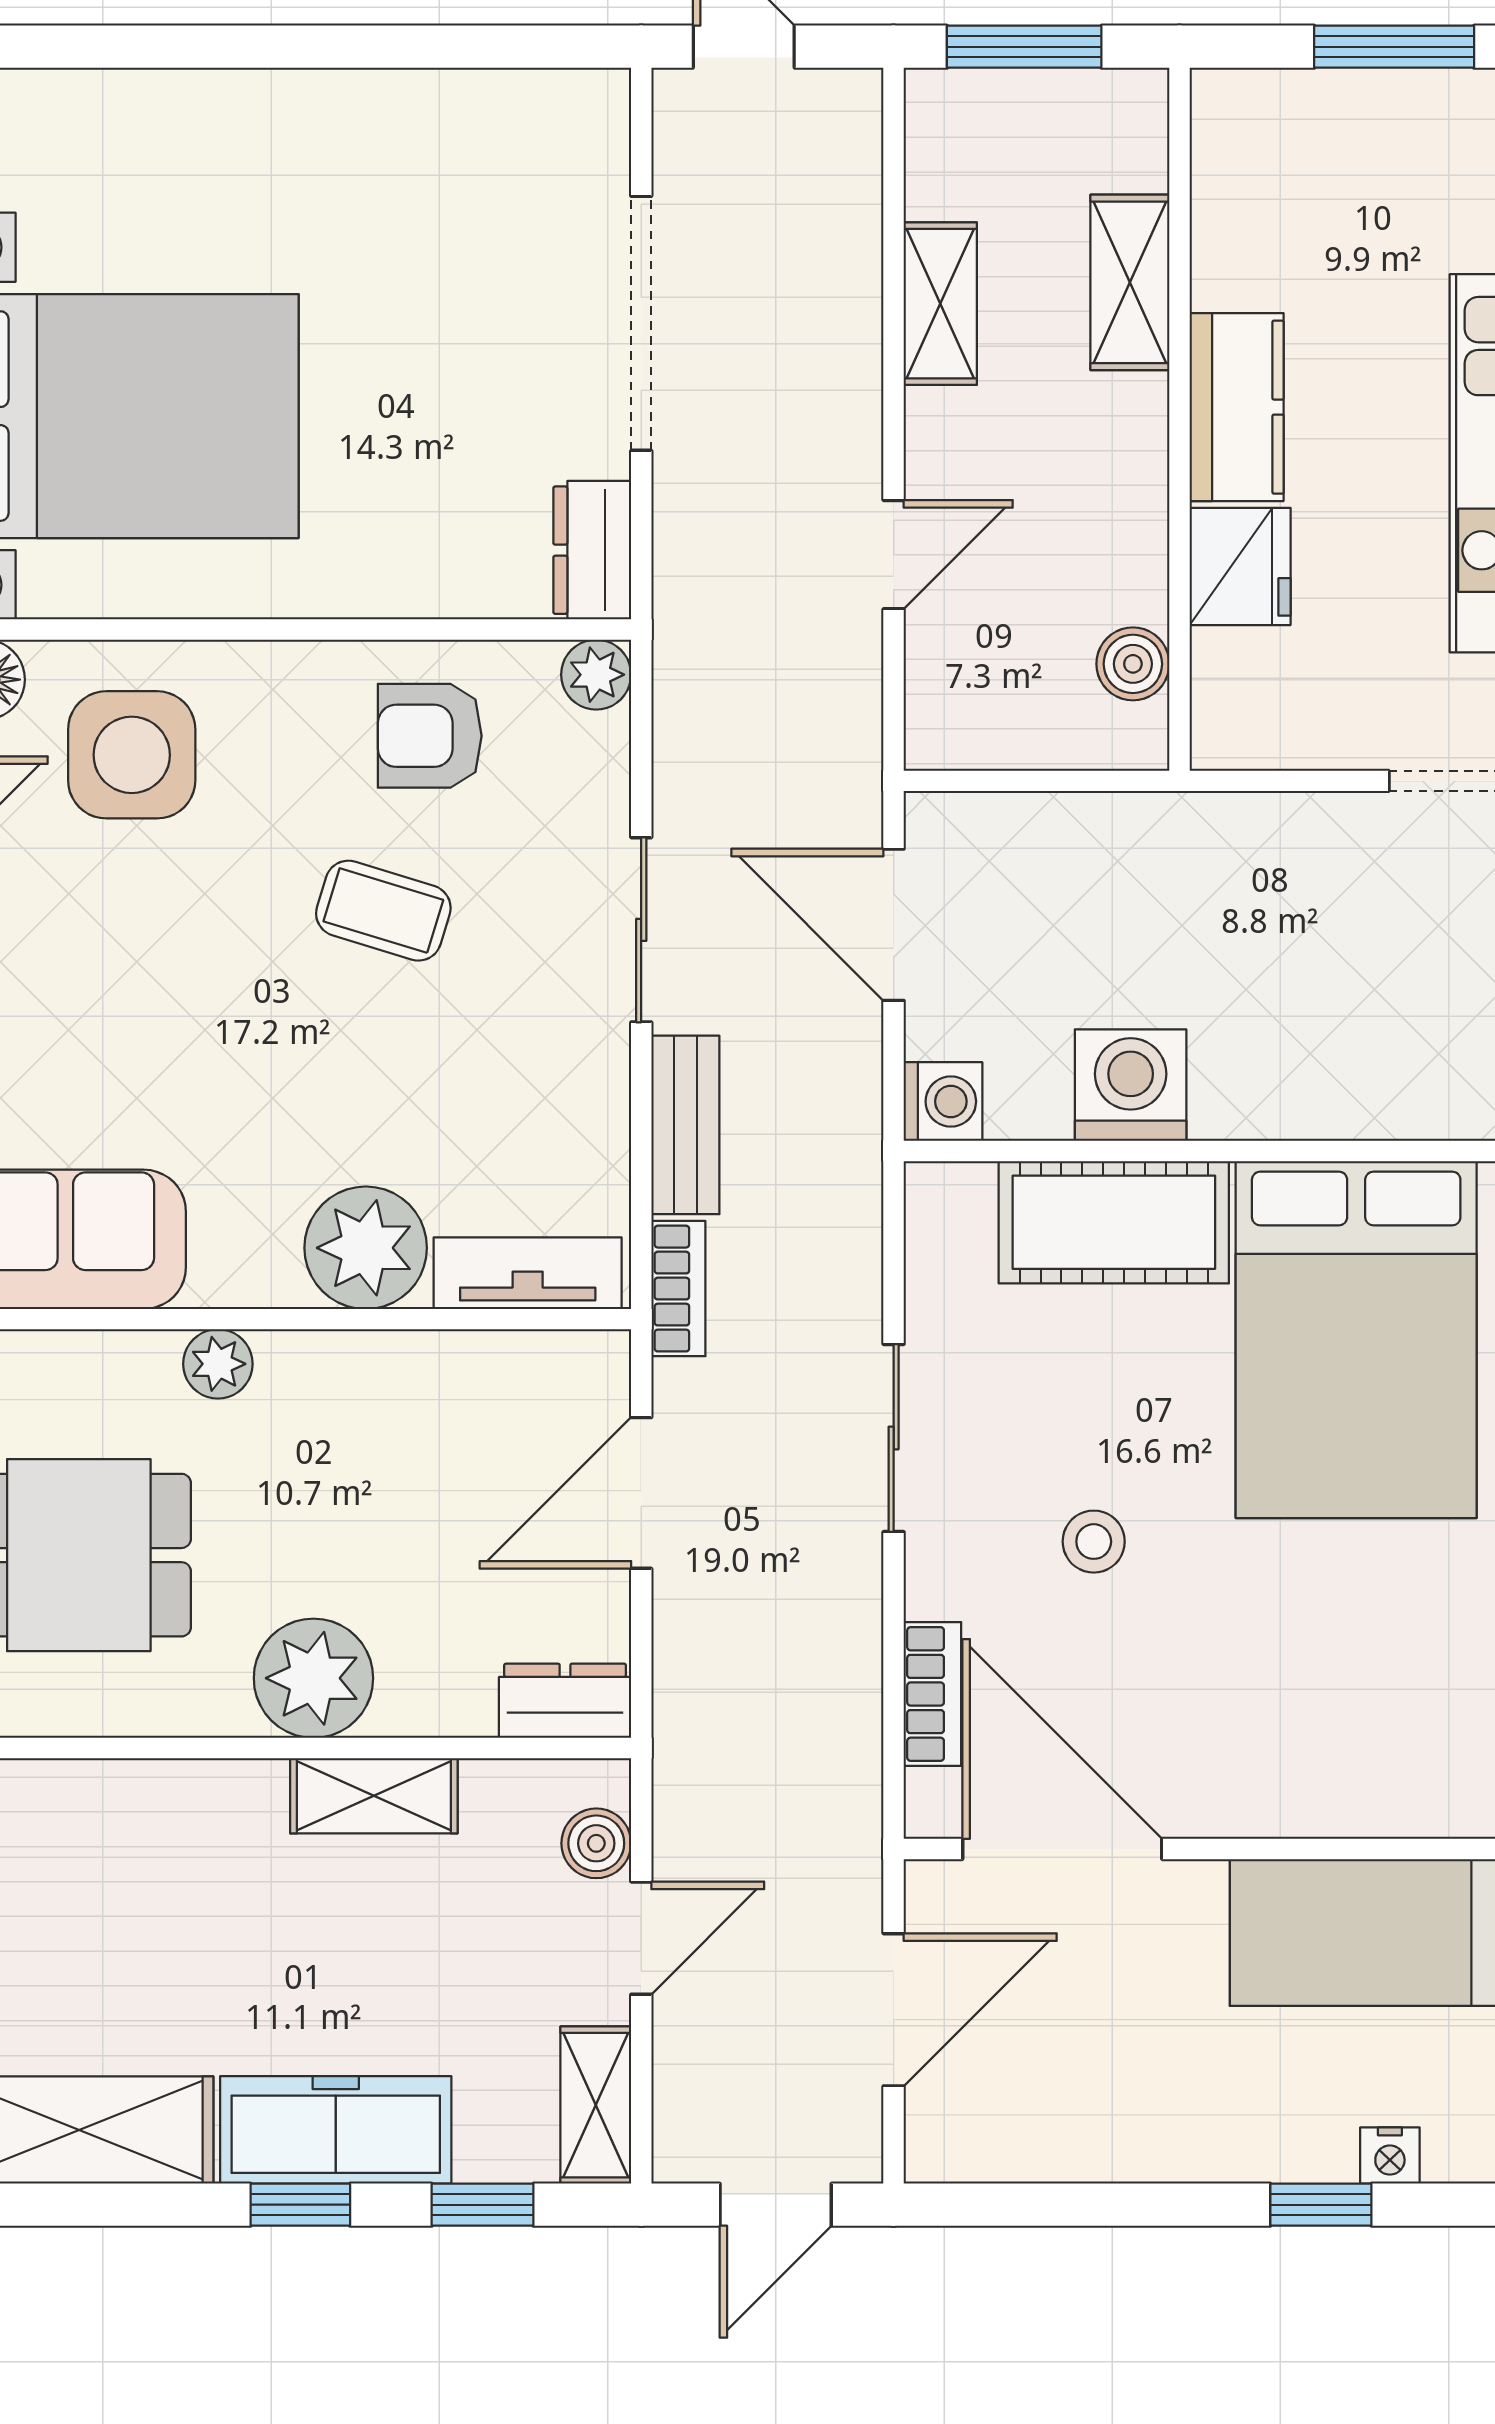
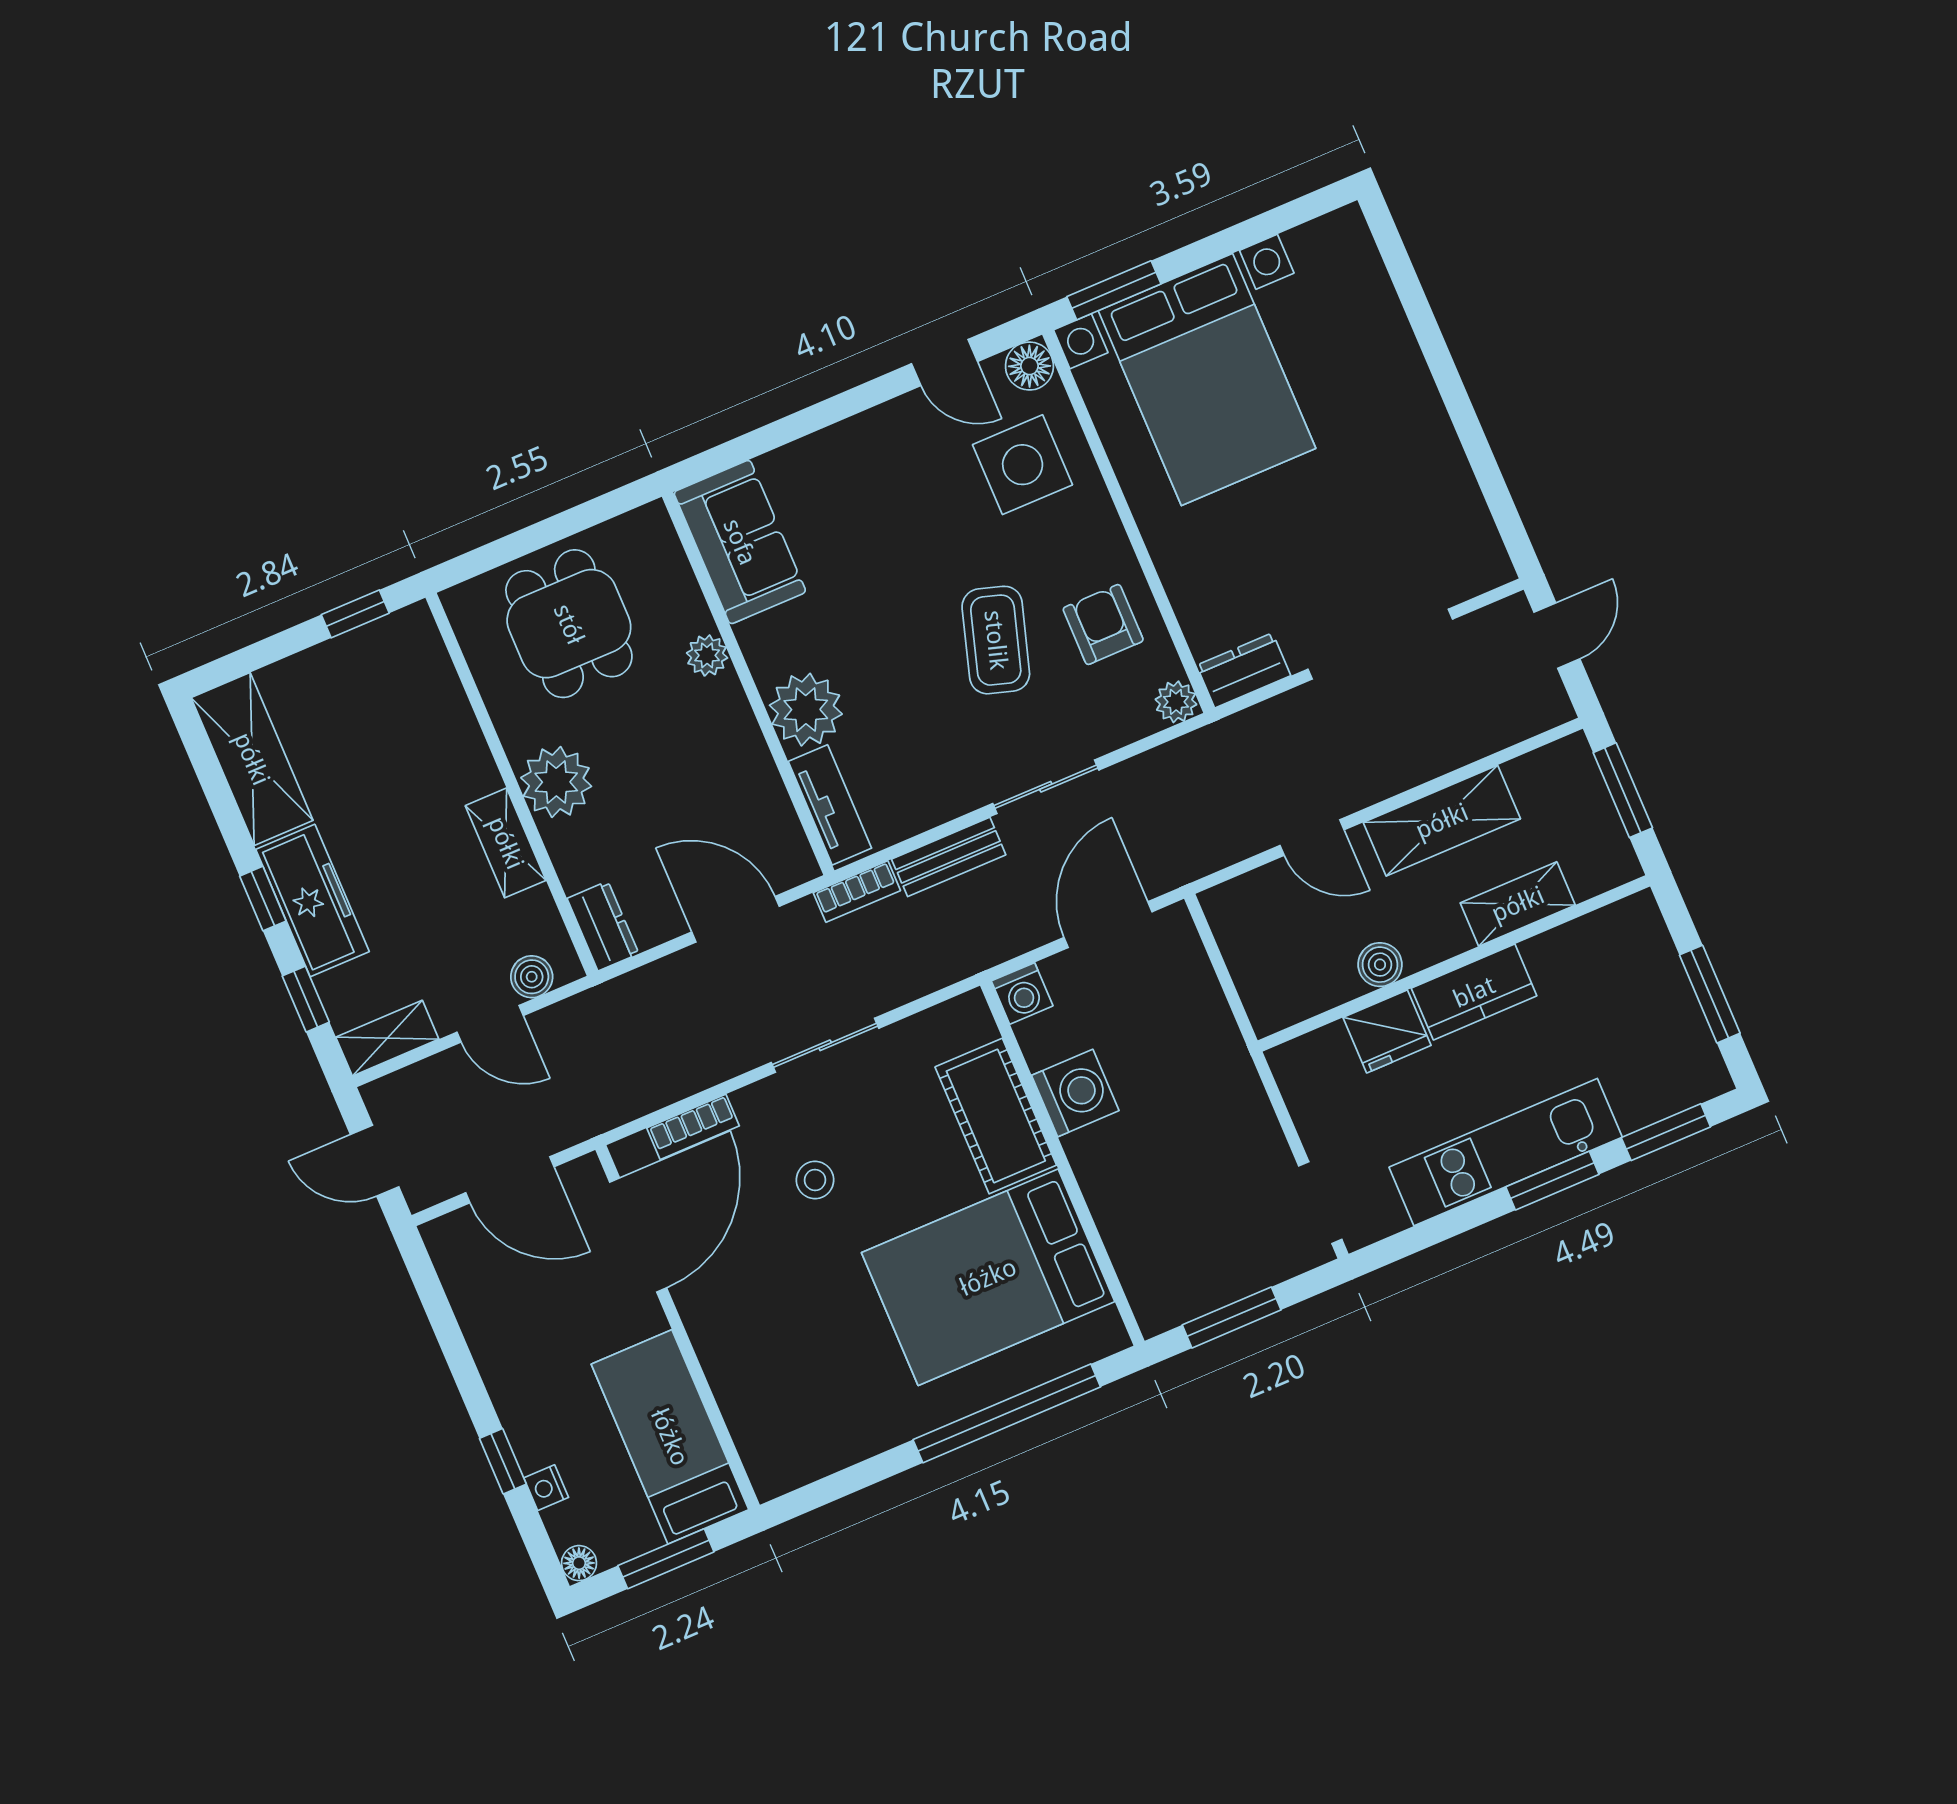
shelving: (940, 304) -> (1442, 821), width x1.50, depth x1.33
boiler: (1133, 664) -> (1380, 965), moved
coffee table: (383, 911) -> (996, 640), width x1.36, depth x1.30

